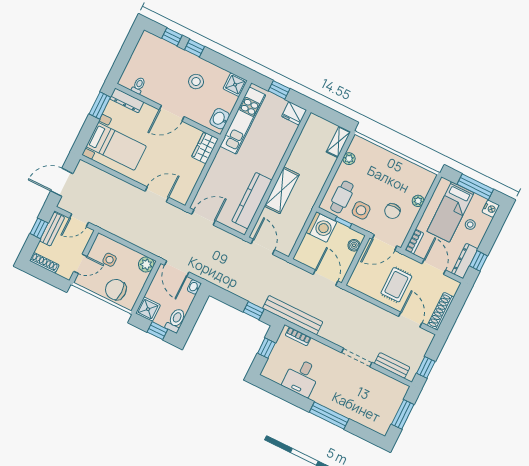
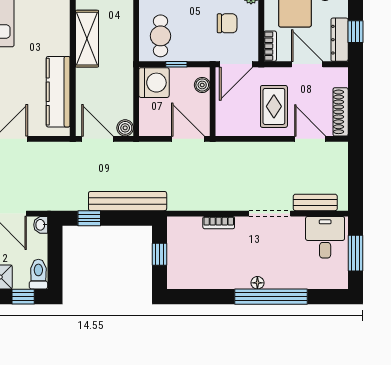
shelving: (282, 190) -> (87, 39), moved
side table: (361, 210) -> (190, 40), removed
chair: (392, 211) -> (227, 23), turned -90
boiler: (286, 249) -> (125, 128), added
window: (254, 311) -> (89, 218), moved
bench: (293, 315) -> (128, 201), moved
bookcase: (298, 336) -> (219, 223), moved
window: (426, 367) -> (355, 185), removed
desk: (302, 377) -> (325, 237), moved, turned 180
floor lamp: (325, 401) -> (257, 283), added
window: (329, 416) -> (271, 297), width x1.46

